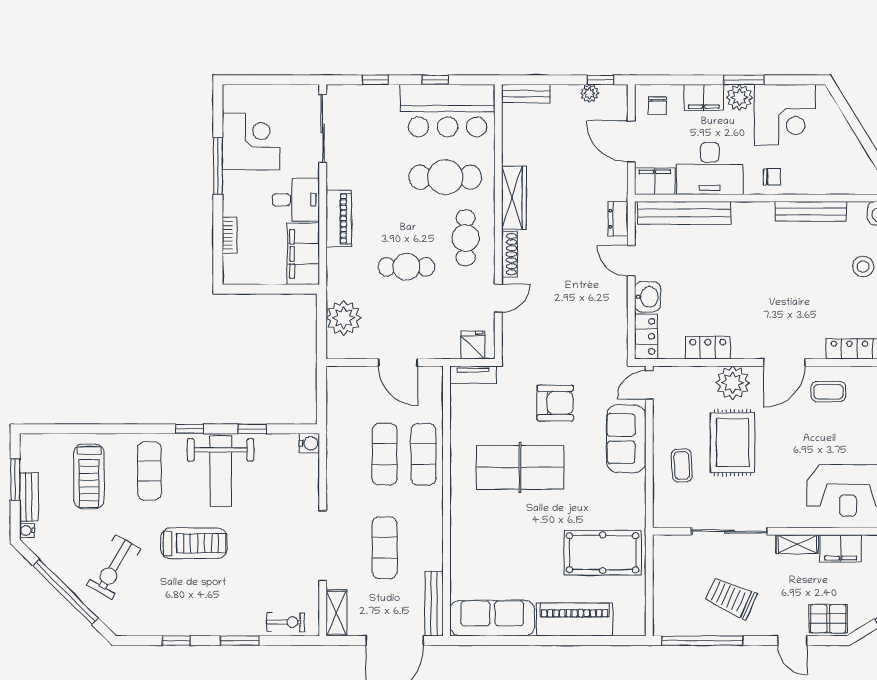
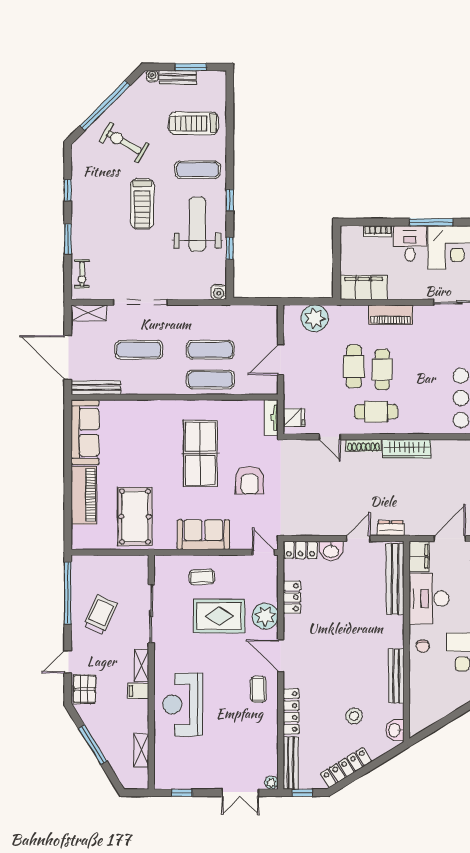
cafe table: (445, 177) -> (382, 369), moved, width x0.73, depth x0.74
desk: (296, 200) -> (410, 243), moved, turned 180
sofa: (626, 439) -> (203, 535), moved
weight bench: (221, 471) -> (197, 224), turned 90
filing cabinet: (841, 548) -> (138, 691), width x0.50

